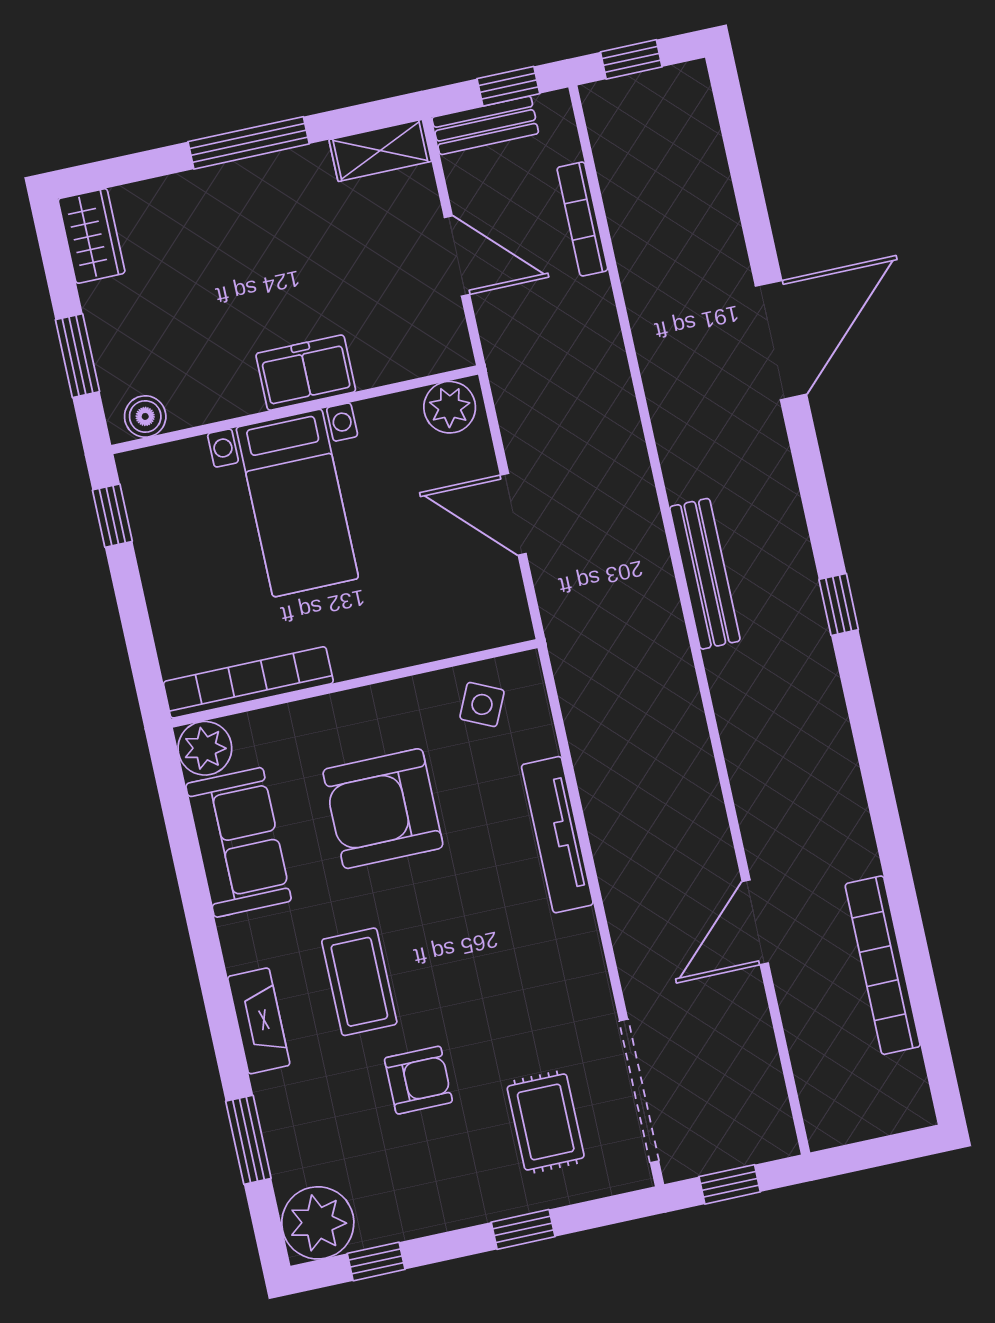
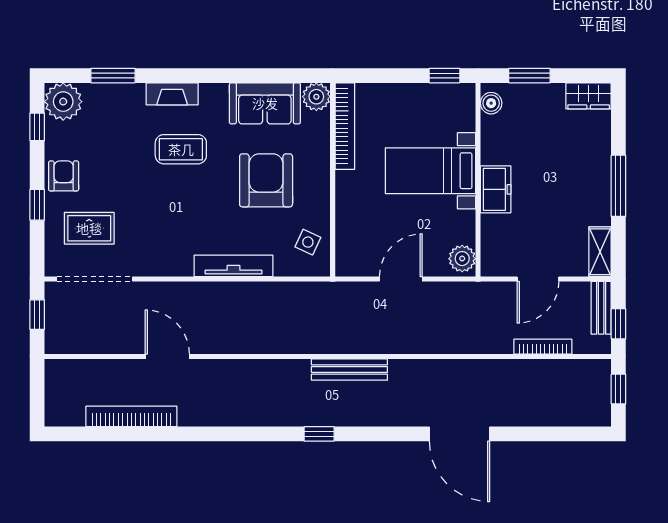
armchair: (418, 1080) -> (64, 176), moved, turned 180

